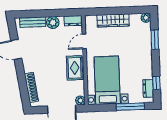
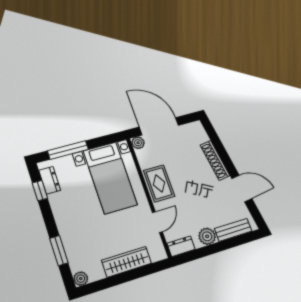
shoe rack: (31, 87) -> (215, 160), moved

